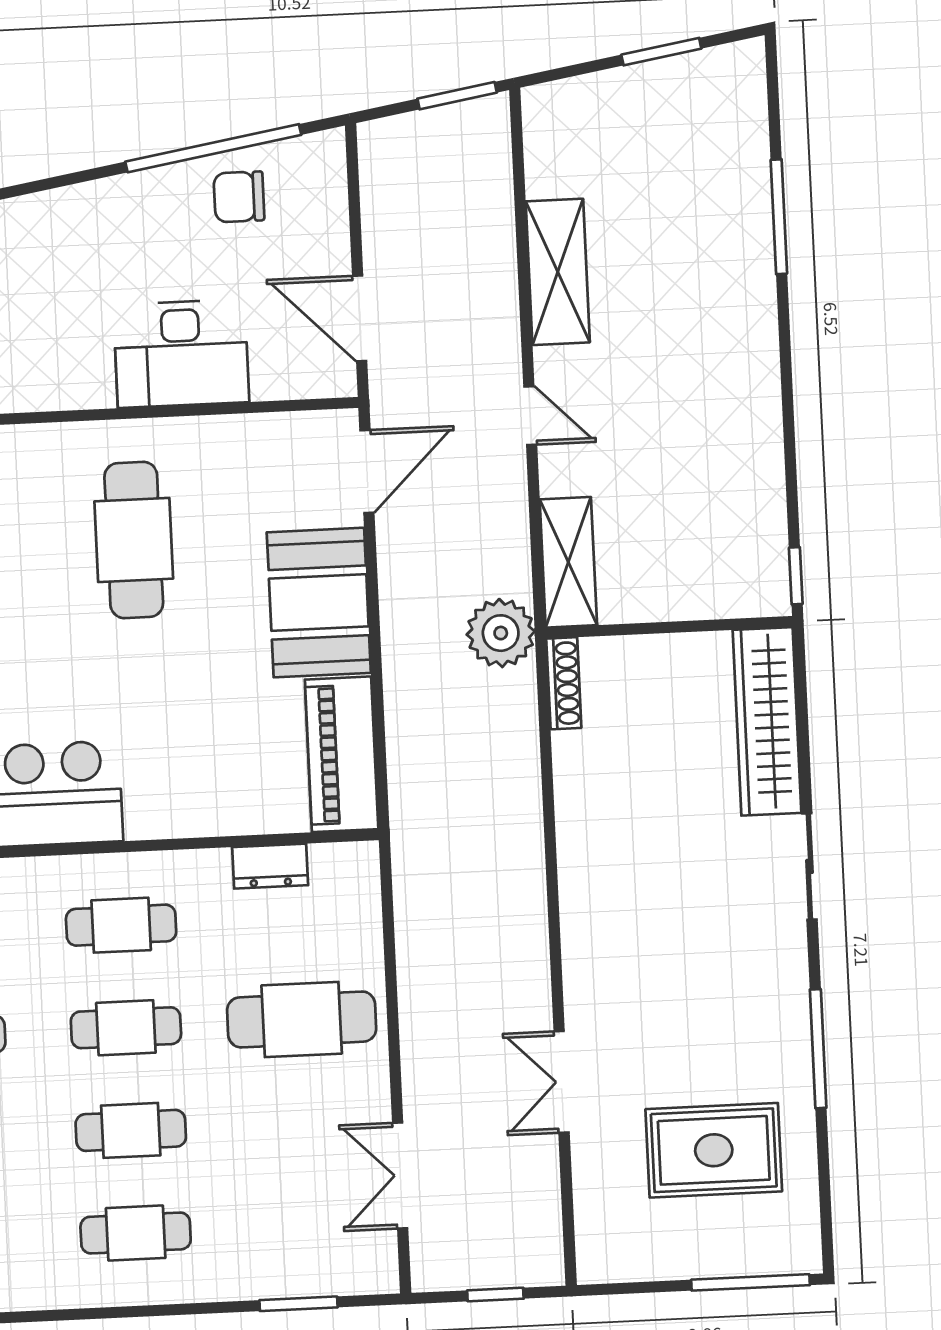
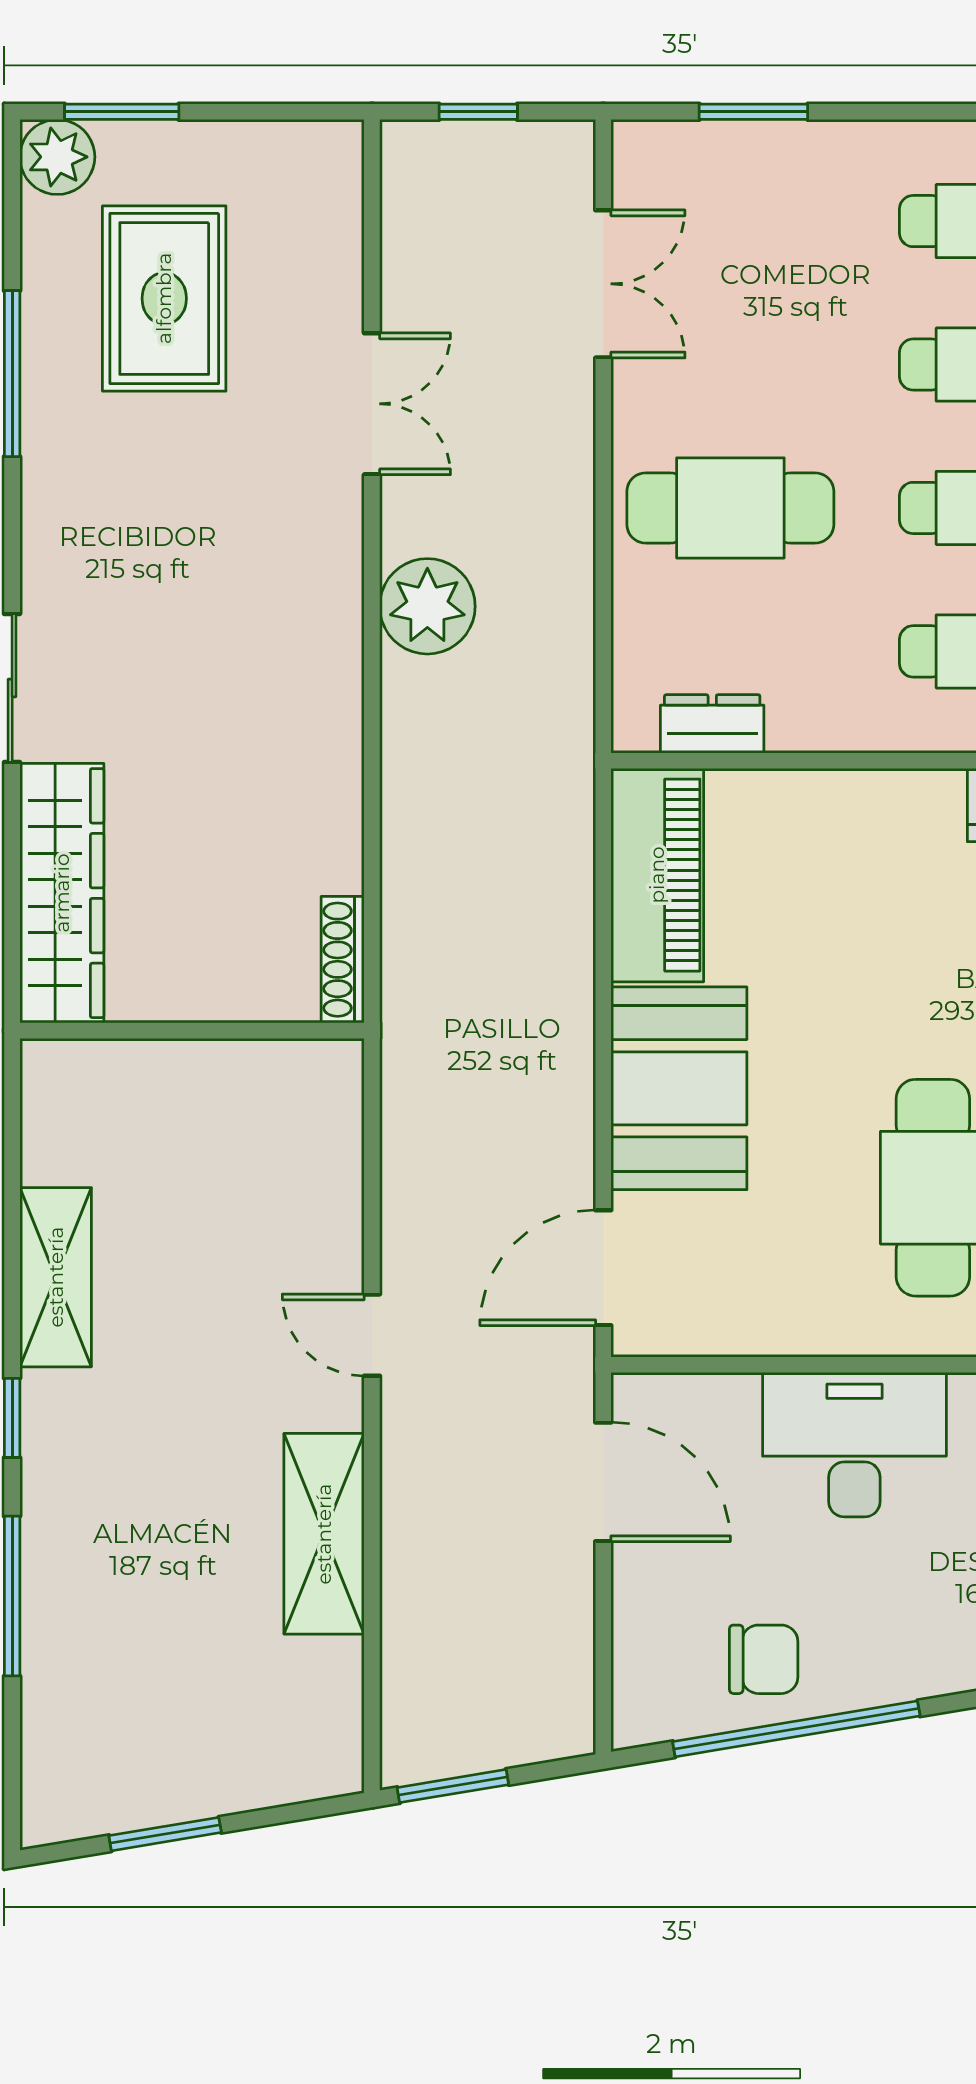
shelving: (568, 562) -> (56, 1277), moved
window: (796, 576) -> (12, 1418), moved
plant: (501, 633) -> (427, 606), moved
dresser: (270, 866) -> (712, 724), moved
window: (818, 1049) -> (12, 374), moved
rug: (714, 1150) -> (164, 298), turned 90
plant: (795, 1248) -> (57, 157), added
window: (751, 1282) -> (122, 112), width x0.69

